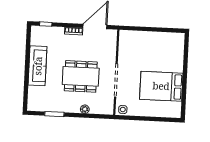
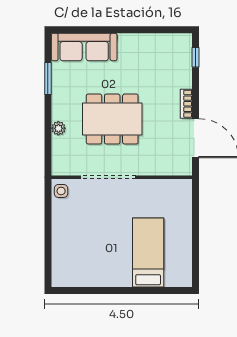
sofa: (38, 66) -> (84, 47), moved
dining table: (81, 76) -> (112, 119), turned 90
bed: (161, 86) -> (148, 252), moved, width x0.67

